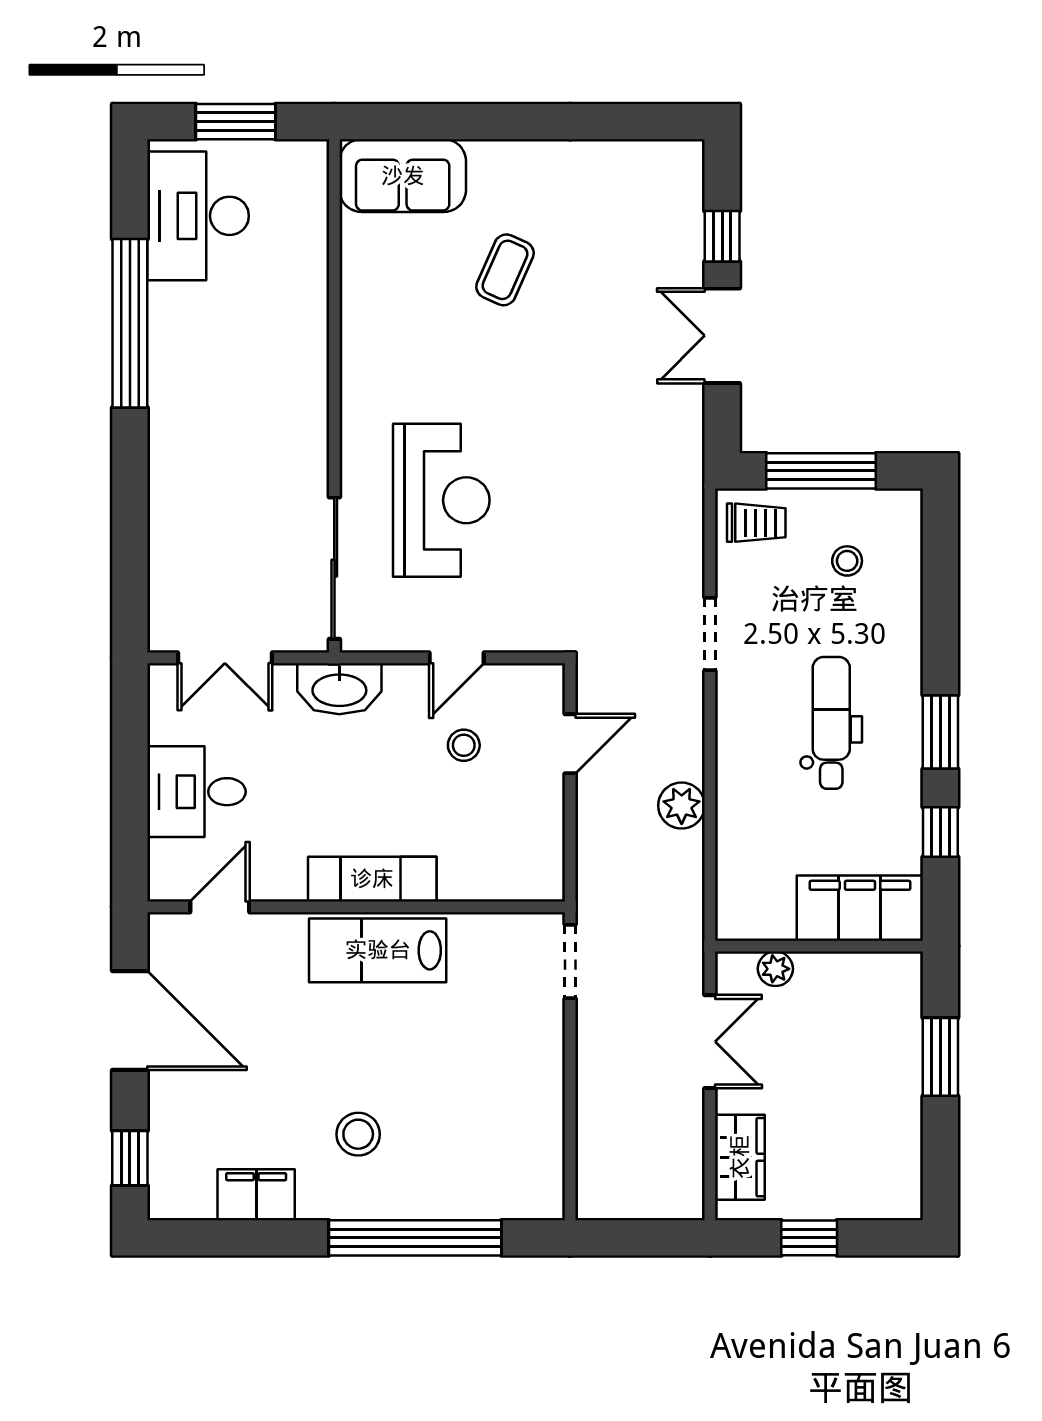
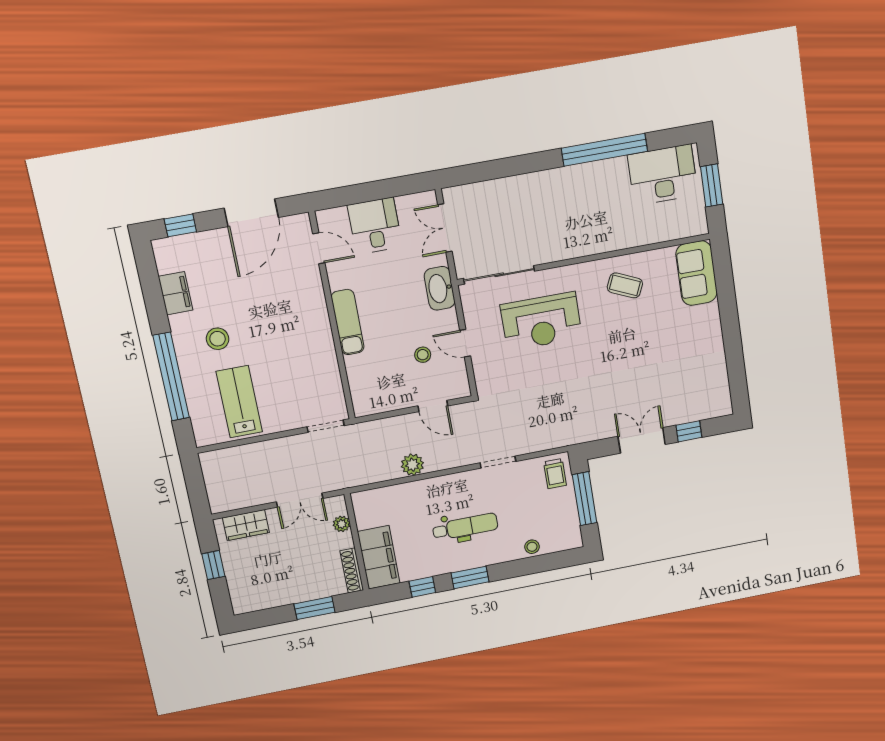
coffee table: (505, 270) -> (625, 285), moved
stool: (847, 561) -> (532, 547), moved
lab bench: (378, 950) -> (239, 402), moved
shoe rack: (877, 967) -> (352, 570), added

